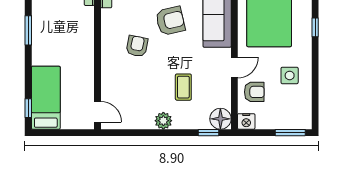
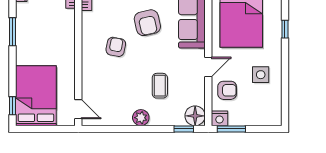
armchair: (170, 21) -> (147, 23), turned 90
bed: (46, 98) -> (36, 96), width x1.50
window: (290, 133) -> (231, 129), moved

